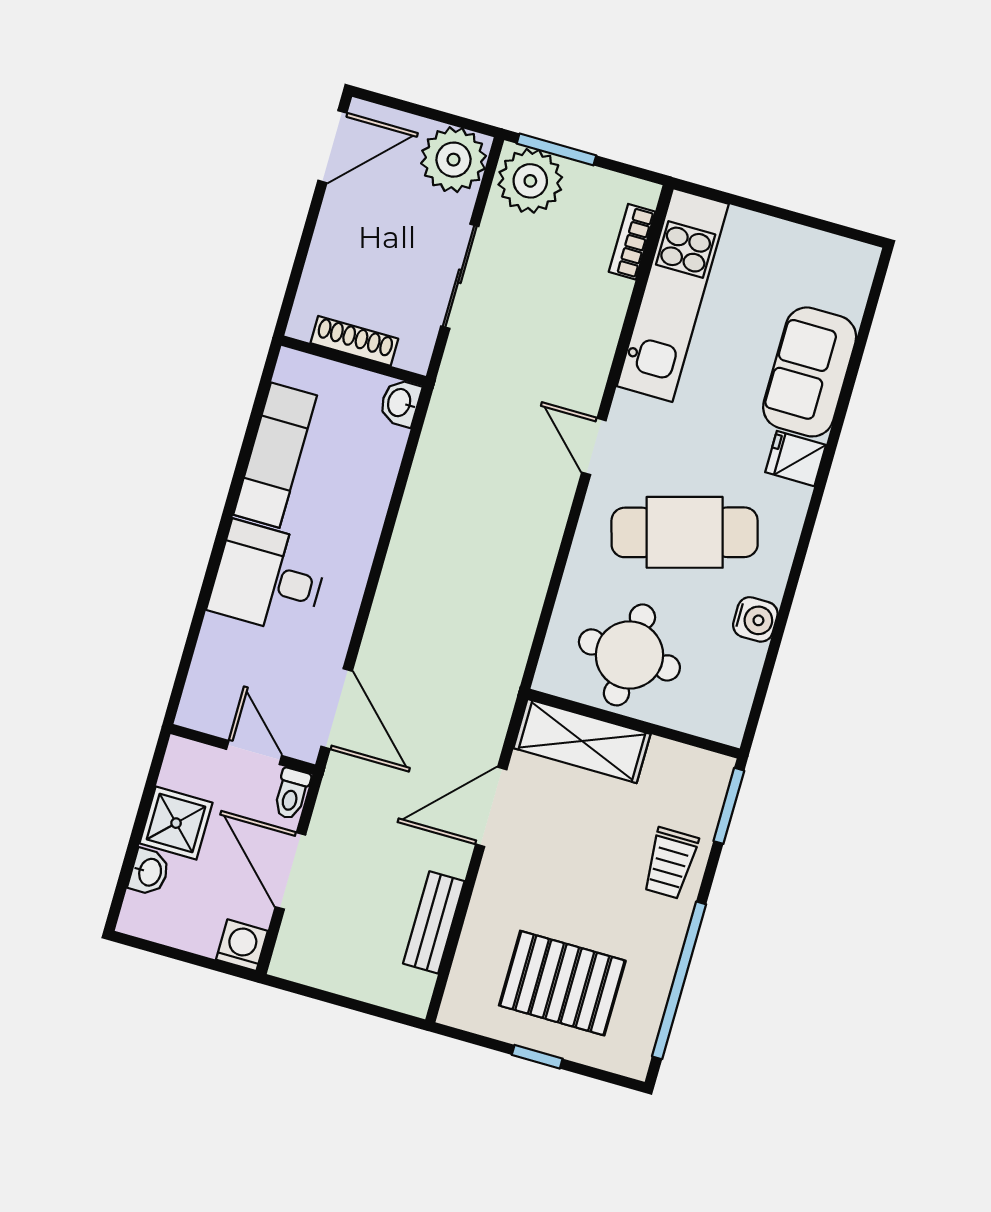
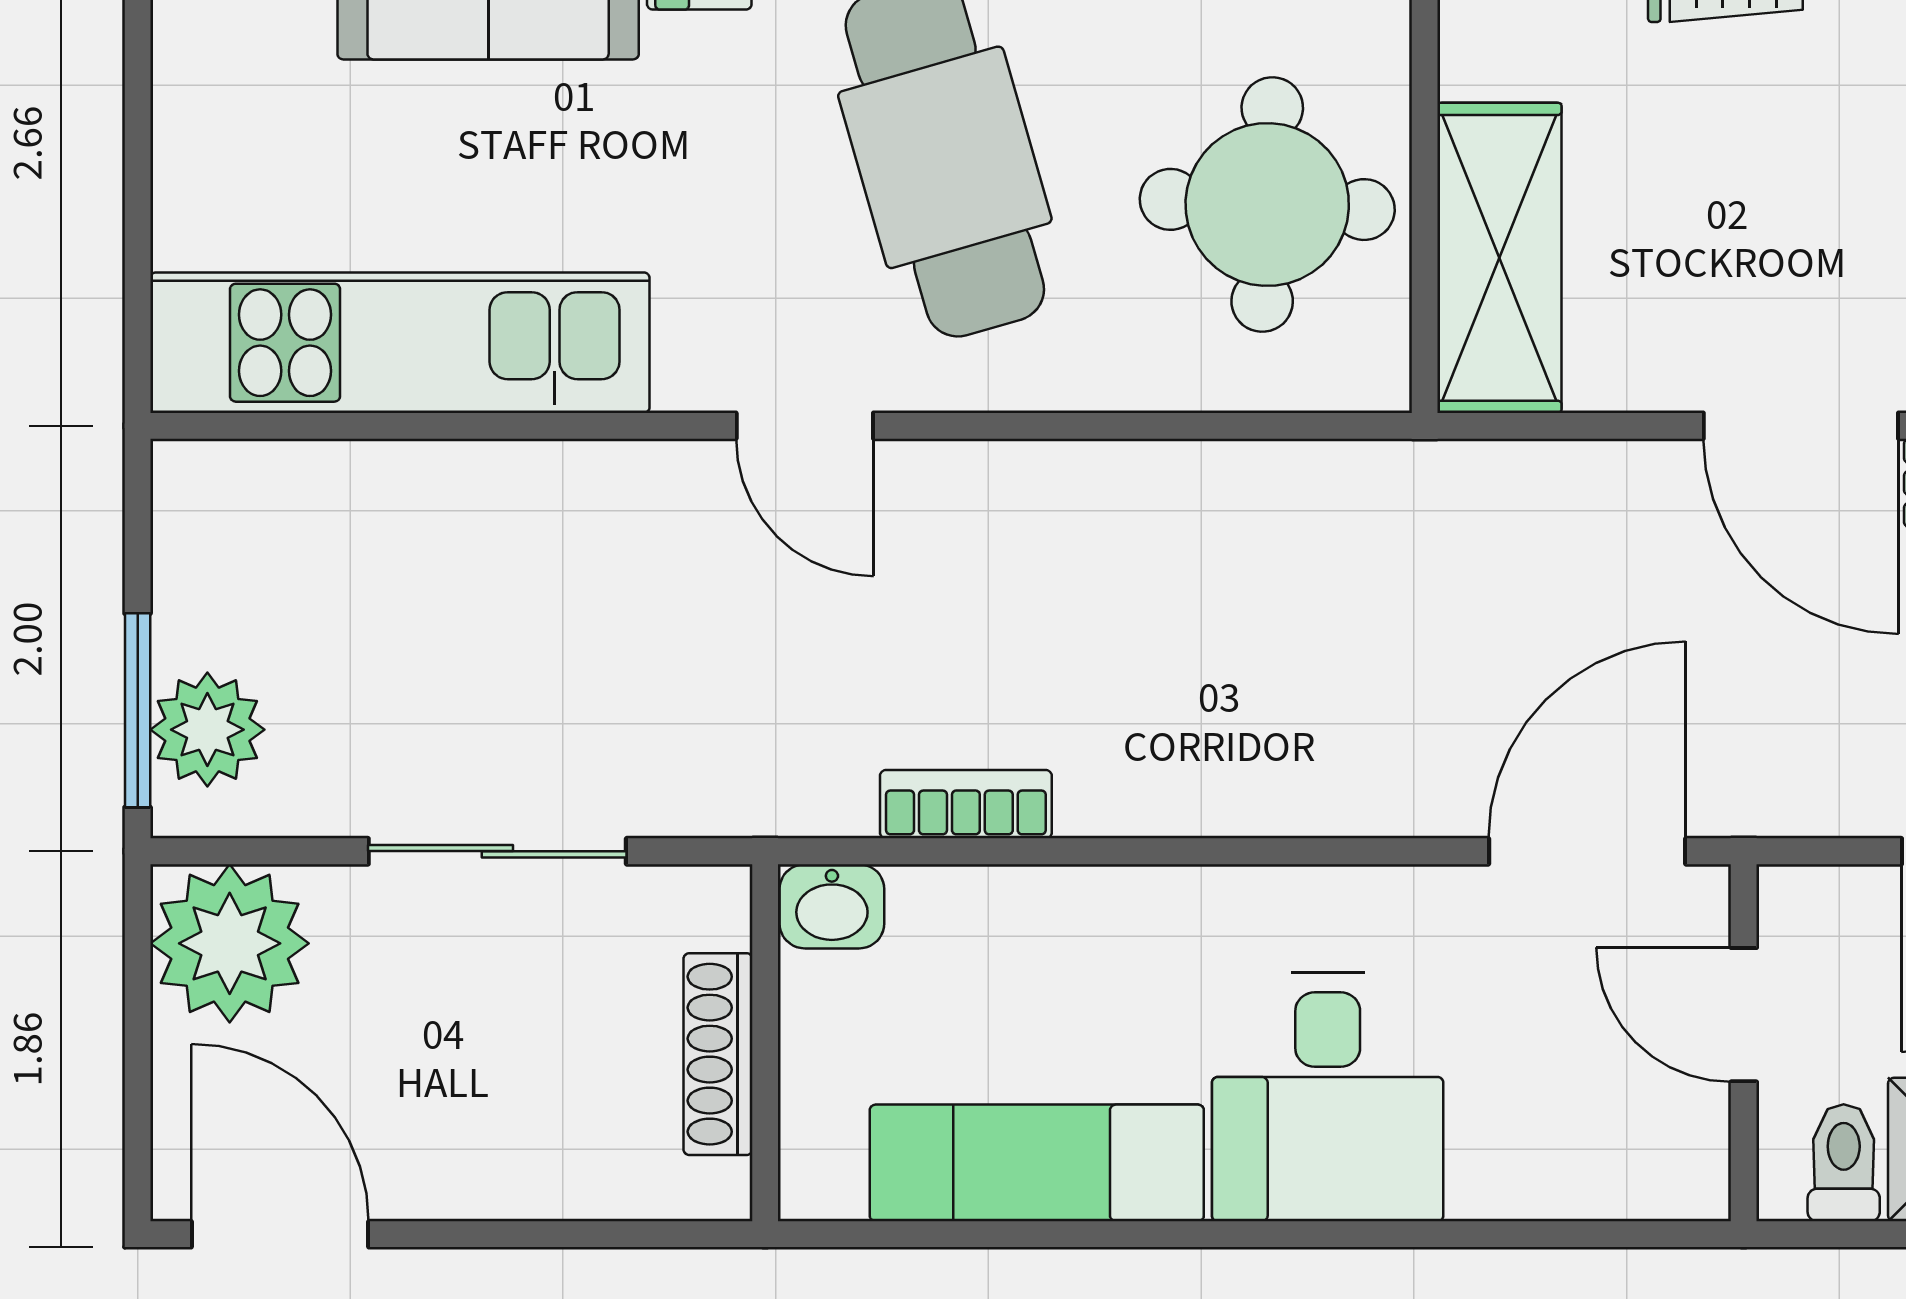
plant: (530, 181) -> (207, 730), width x0.73, depth x0.73
bookcase: (632, 242) -> (966, 804), moved, turned 180
door: (594, 446) -> (805, 426), hinge flipped
door: (254, 752) -> (1744, 1015), hinge flipped
toilet: (291, 794) -> (1844, 1163), moved, turned -90
door: (491, 807) -> (1801, 426), moved

